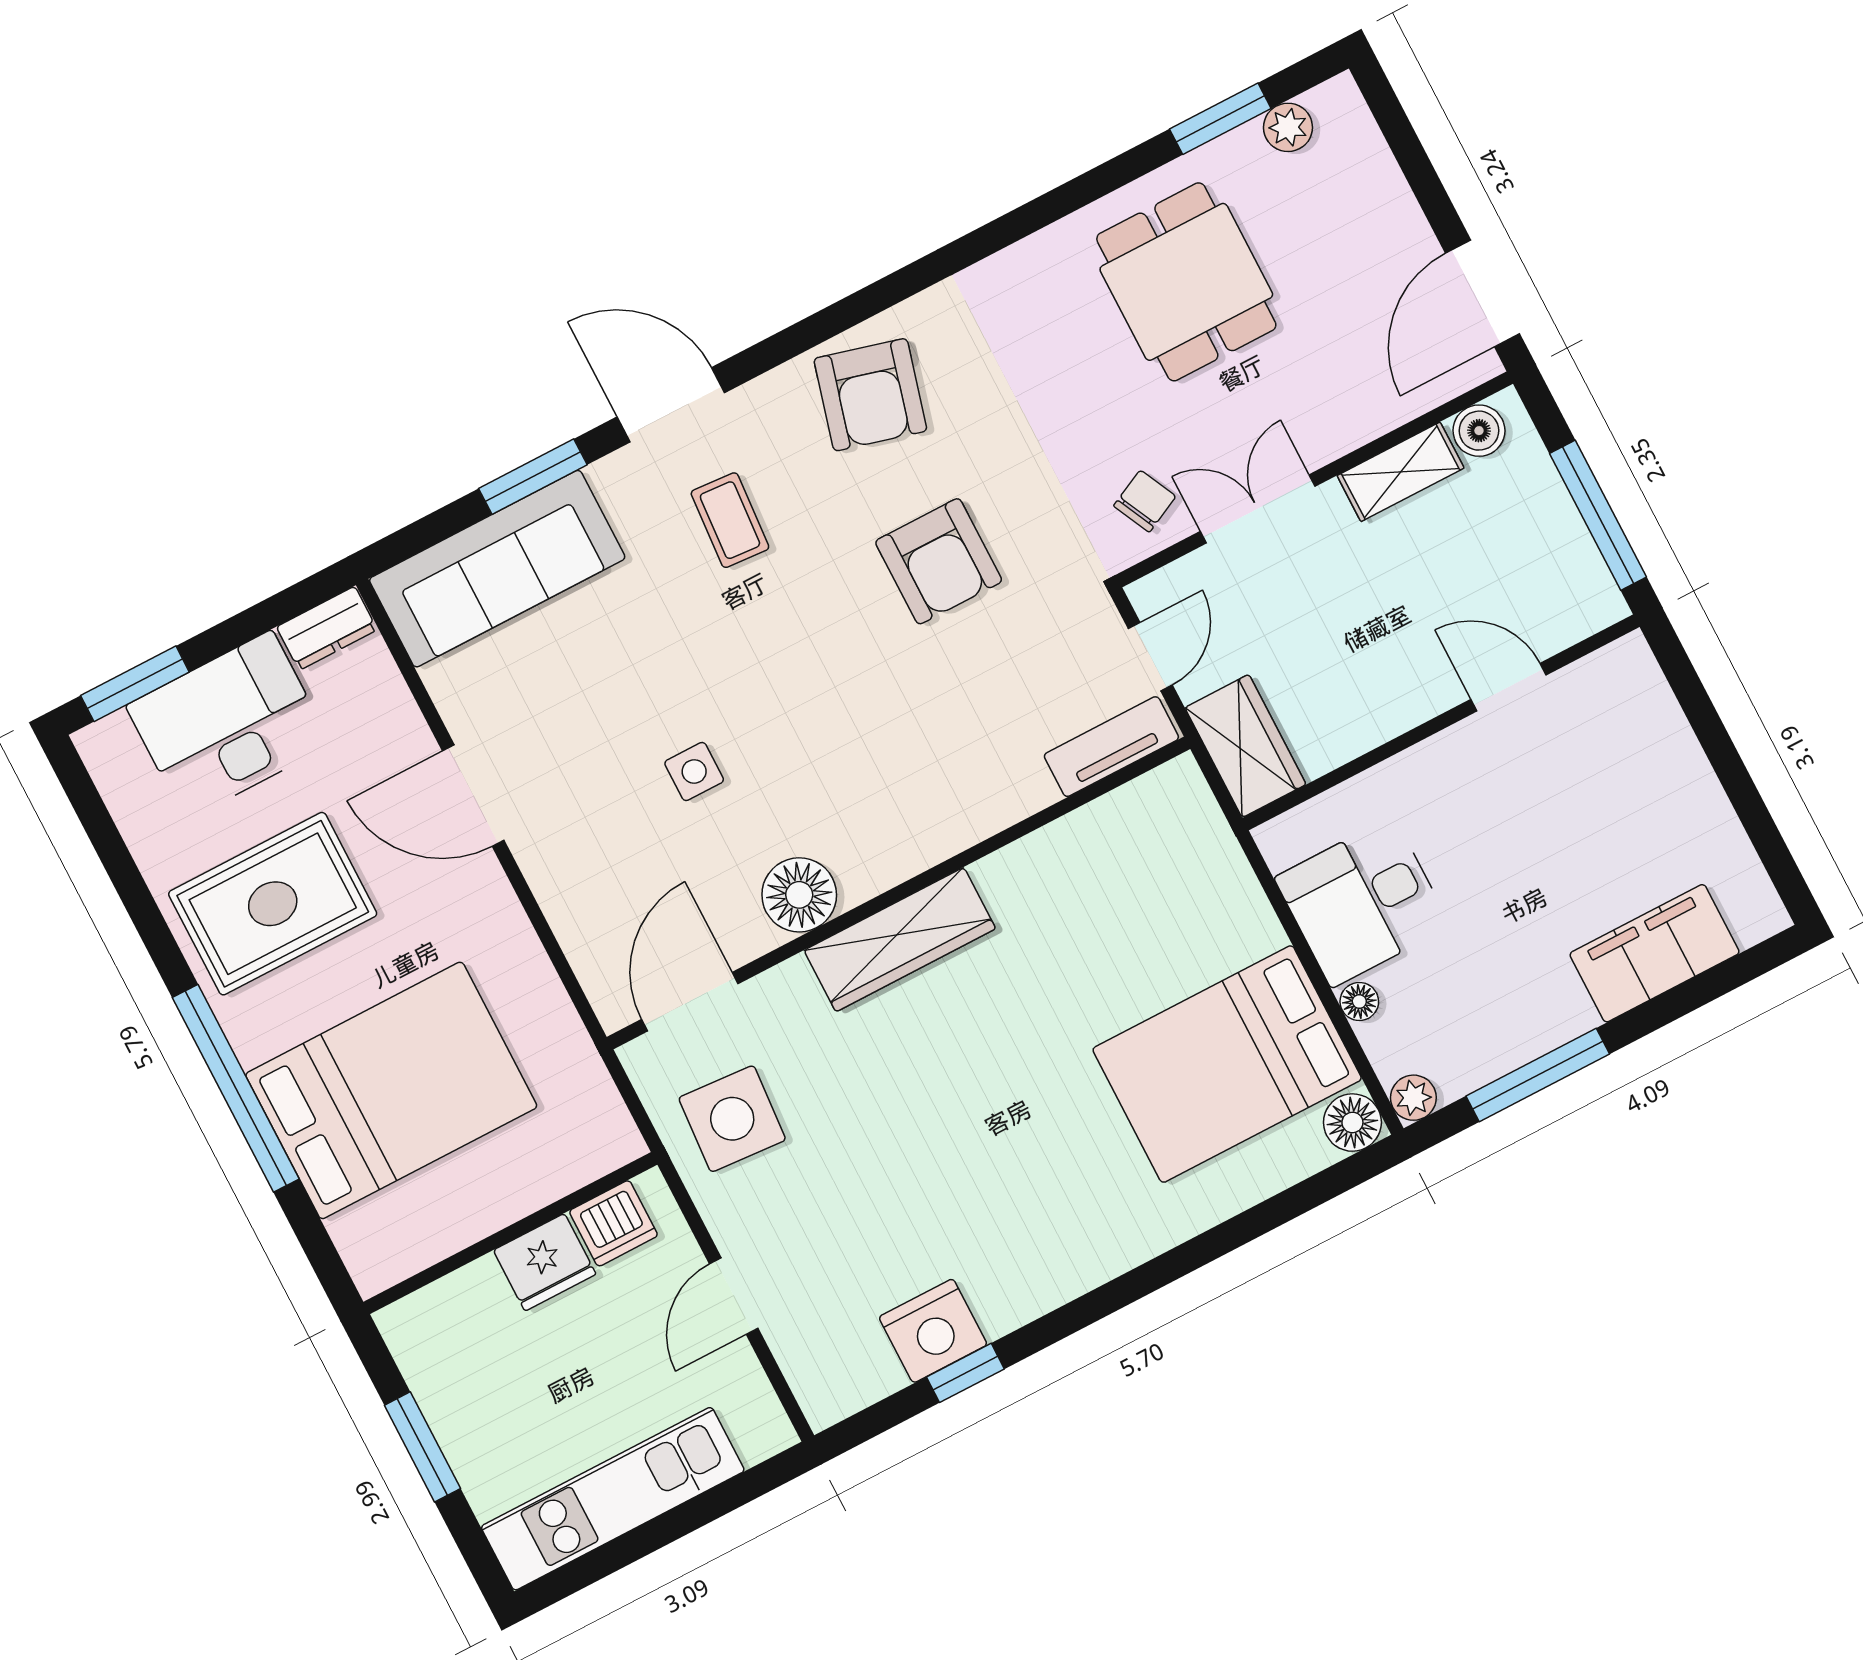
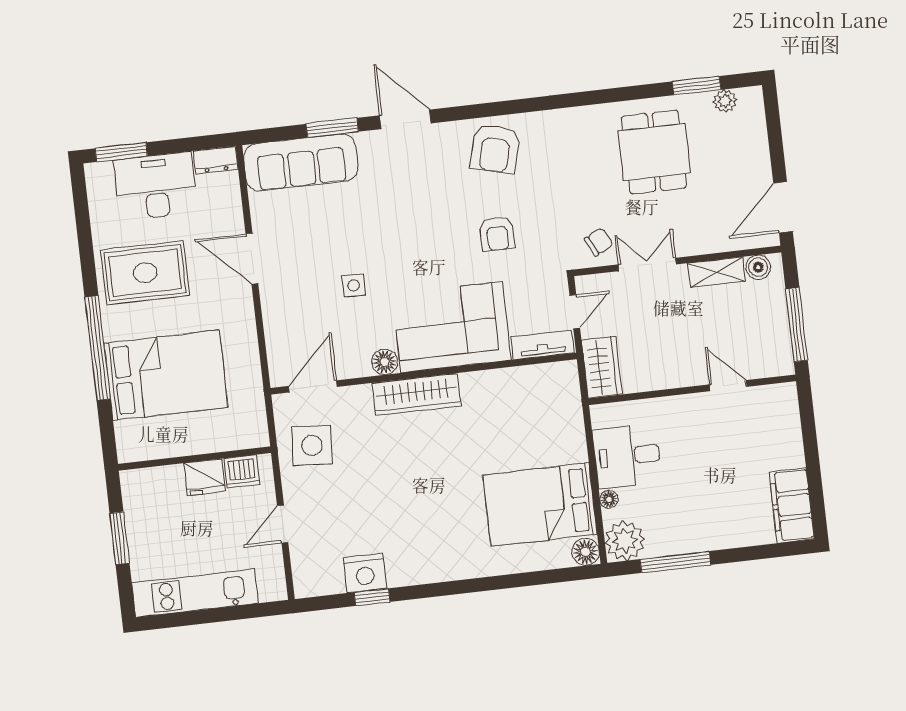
coffee table: (730, 520) -> (412, 180), removed
armchair: (939, 561) -> (497, 234), width x0.72, depth x0.72
corner sofa: (919, 780) -> (452, 327), added
floor lamp: (799, 895) -> (385, 362), width x0.73, depth x0.73
filing cabinet: (1655, 953) -> (792, 505), moved, turned -90
plant: (1413, 1098) -> (625, 541), width x1.88, depth x1.88

